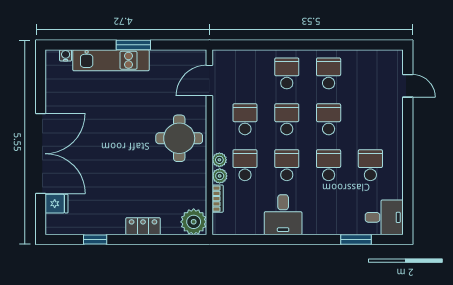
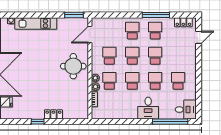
window: (133, 45) -> (74, 15), moved
window: (330, 45) -> (156, 15), added
locker: (380, 58) -> (183, 22), added
door: (408, 86) -> (199, 37), hinge flipped
desk: (283, 215) -> (148, 108), moved
plant: (194, 222) -> (81, 112), removed
window: (95, 240) -> (38, 122), moved
window: (356, 240) -> (170, 122), width x2.11

